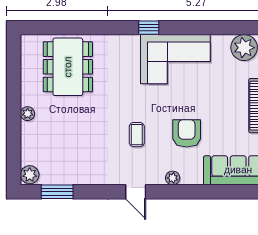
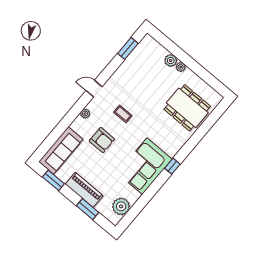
plant: (30, 175) -> (171, 60), moved

